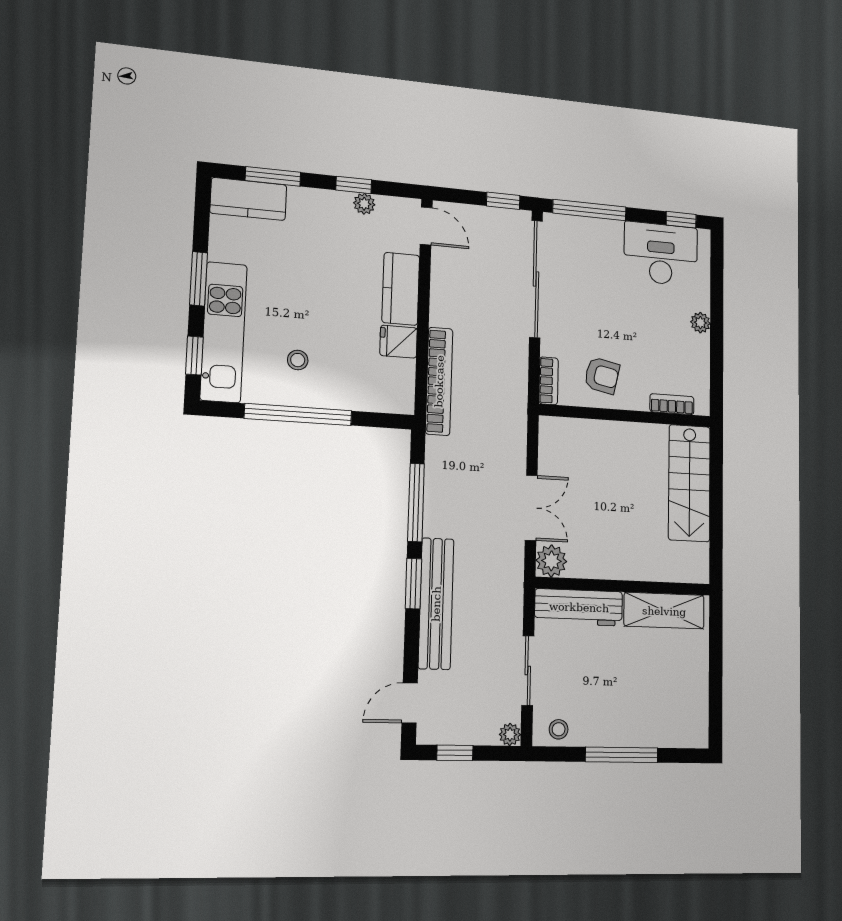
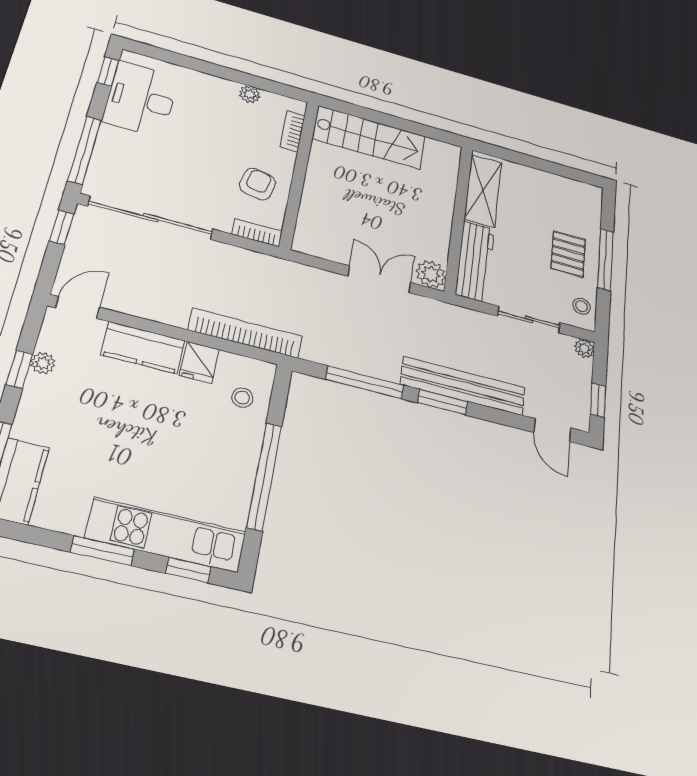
plant: (700, 323) -> (250, 94), moved
stool: (298, 360) -> (242, 398), moved
pallet: (616, 711) -> (568, 254), added

